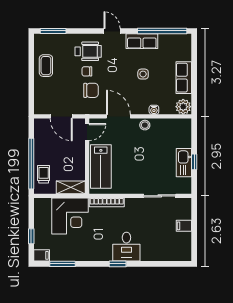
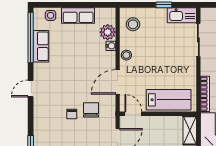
row of seats: (142, 41) -> (41, 46), moved
wheelchair: (88, 51) -> (51, 113), removed
side table: (143, 74) -> (51, 15), moved
plant: (183, 107) -> (108, 32), moved
stool: (175, 132) -> (133, 24), added
kitchen sink: (184, 163) -> (182, 15), moved

